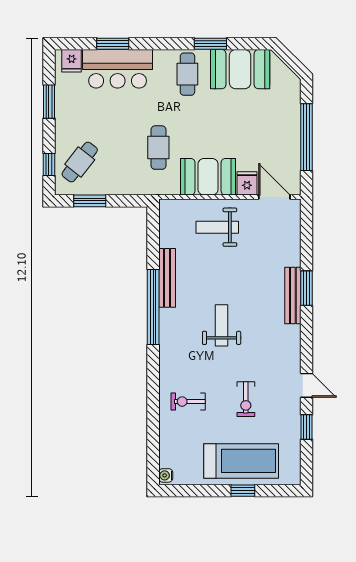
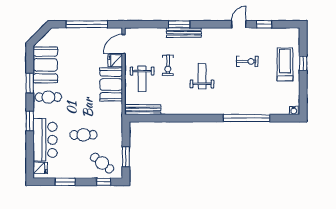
window: (113, 44) -> (30, 121), moved
cafe table: (158, 148) -> (84, 135), moved
bench: (167, 278) -> (143, 110), moved
window: (153, 307) -> (247, 118), moved
weight bench: (222, 325) -> (202, 76), turned 90
exercise bike: (188, 402) -> (168, 65), moved
treadmill: (241, 461) -> (285, 64), width x0.73, depth x0.73

